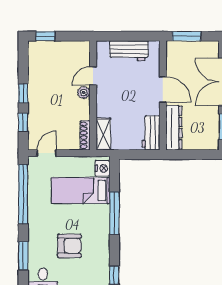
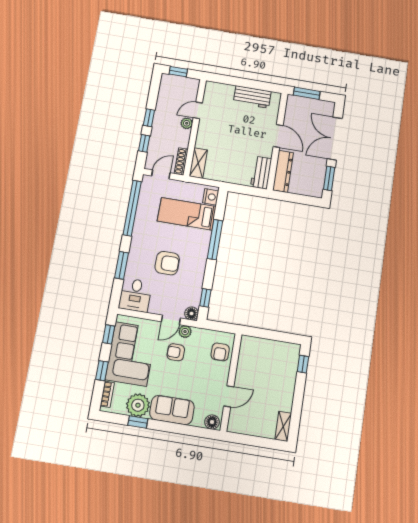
door: (93, 76) -> (198, 110), moved
plant: (84, 92) -> (187, 123), moved
wall: (93, 95) -> (195, 127), moved
shelving: (103, 134) -> (198, 163), moved
shoe rack: (85, 135) -> (181, 161), moved

